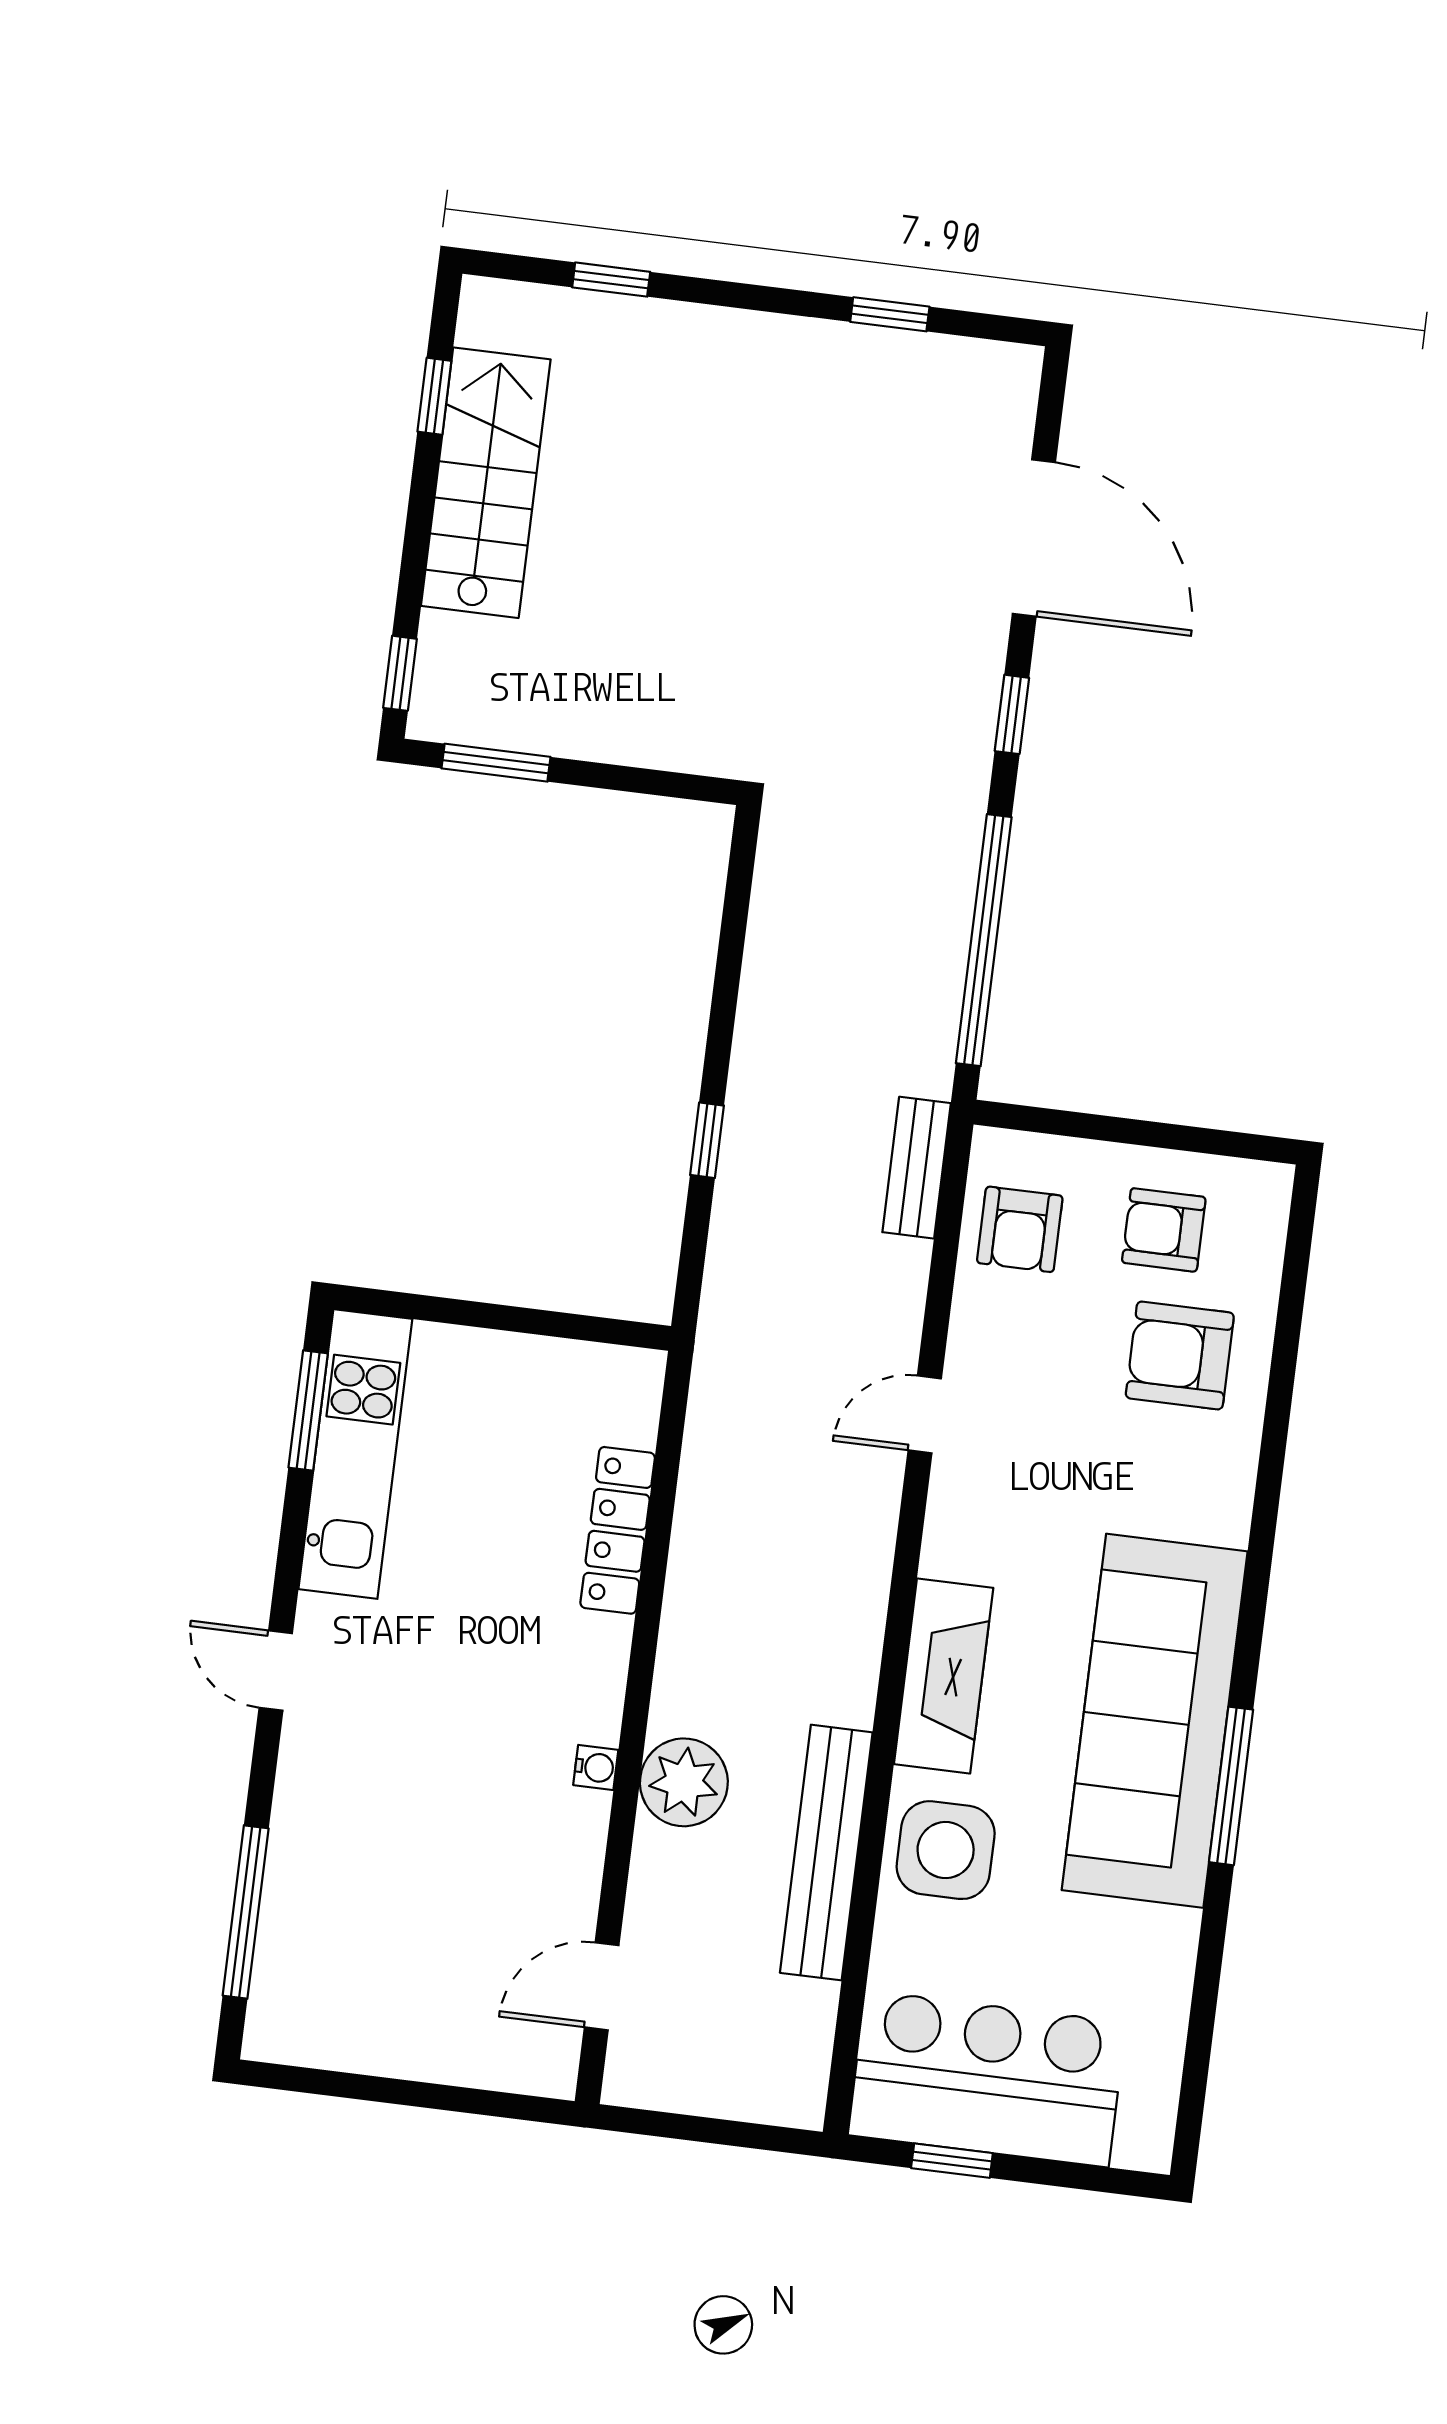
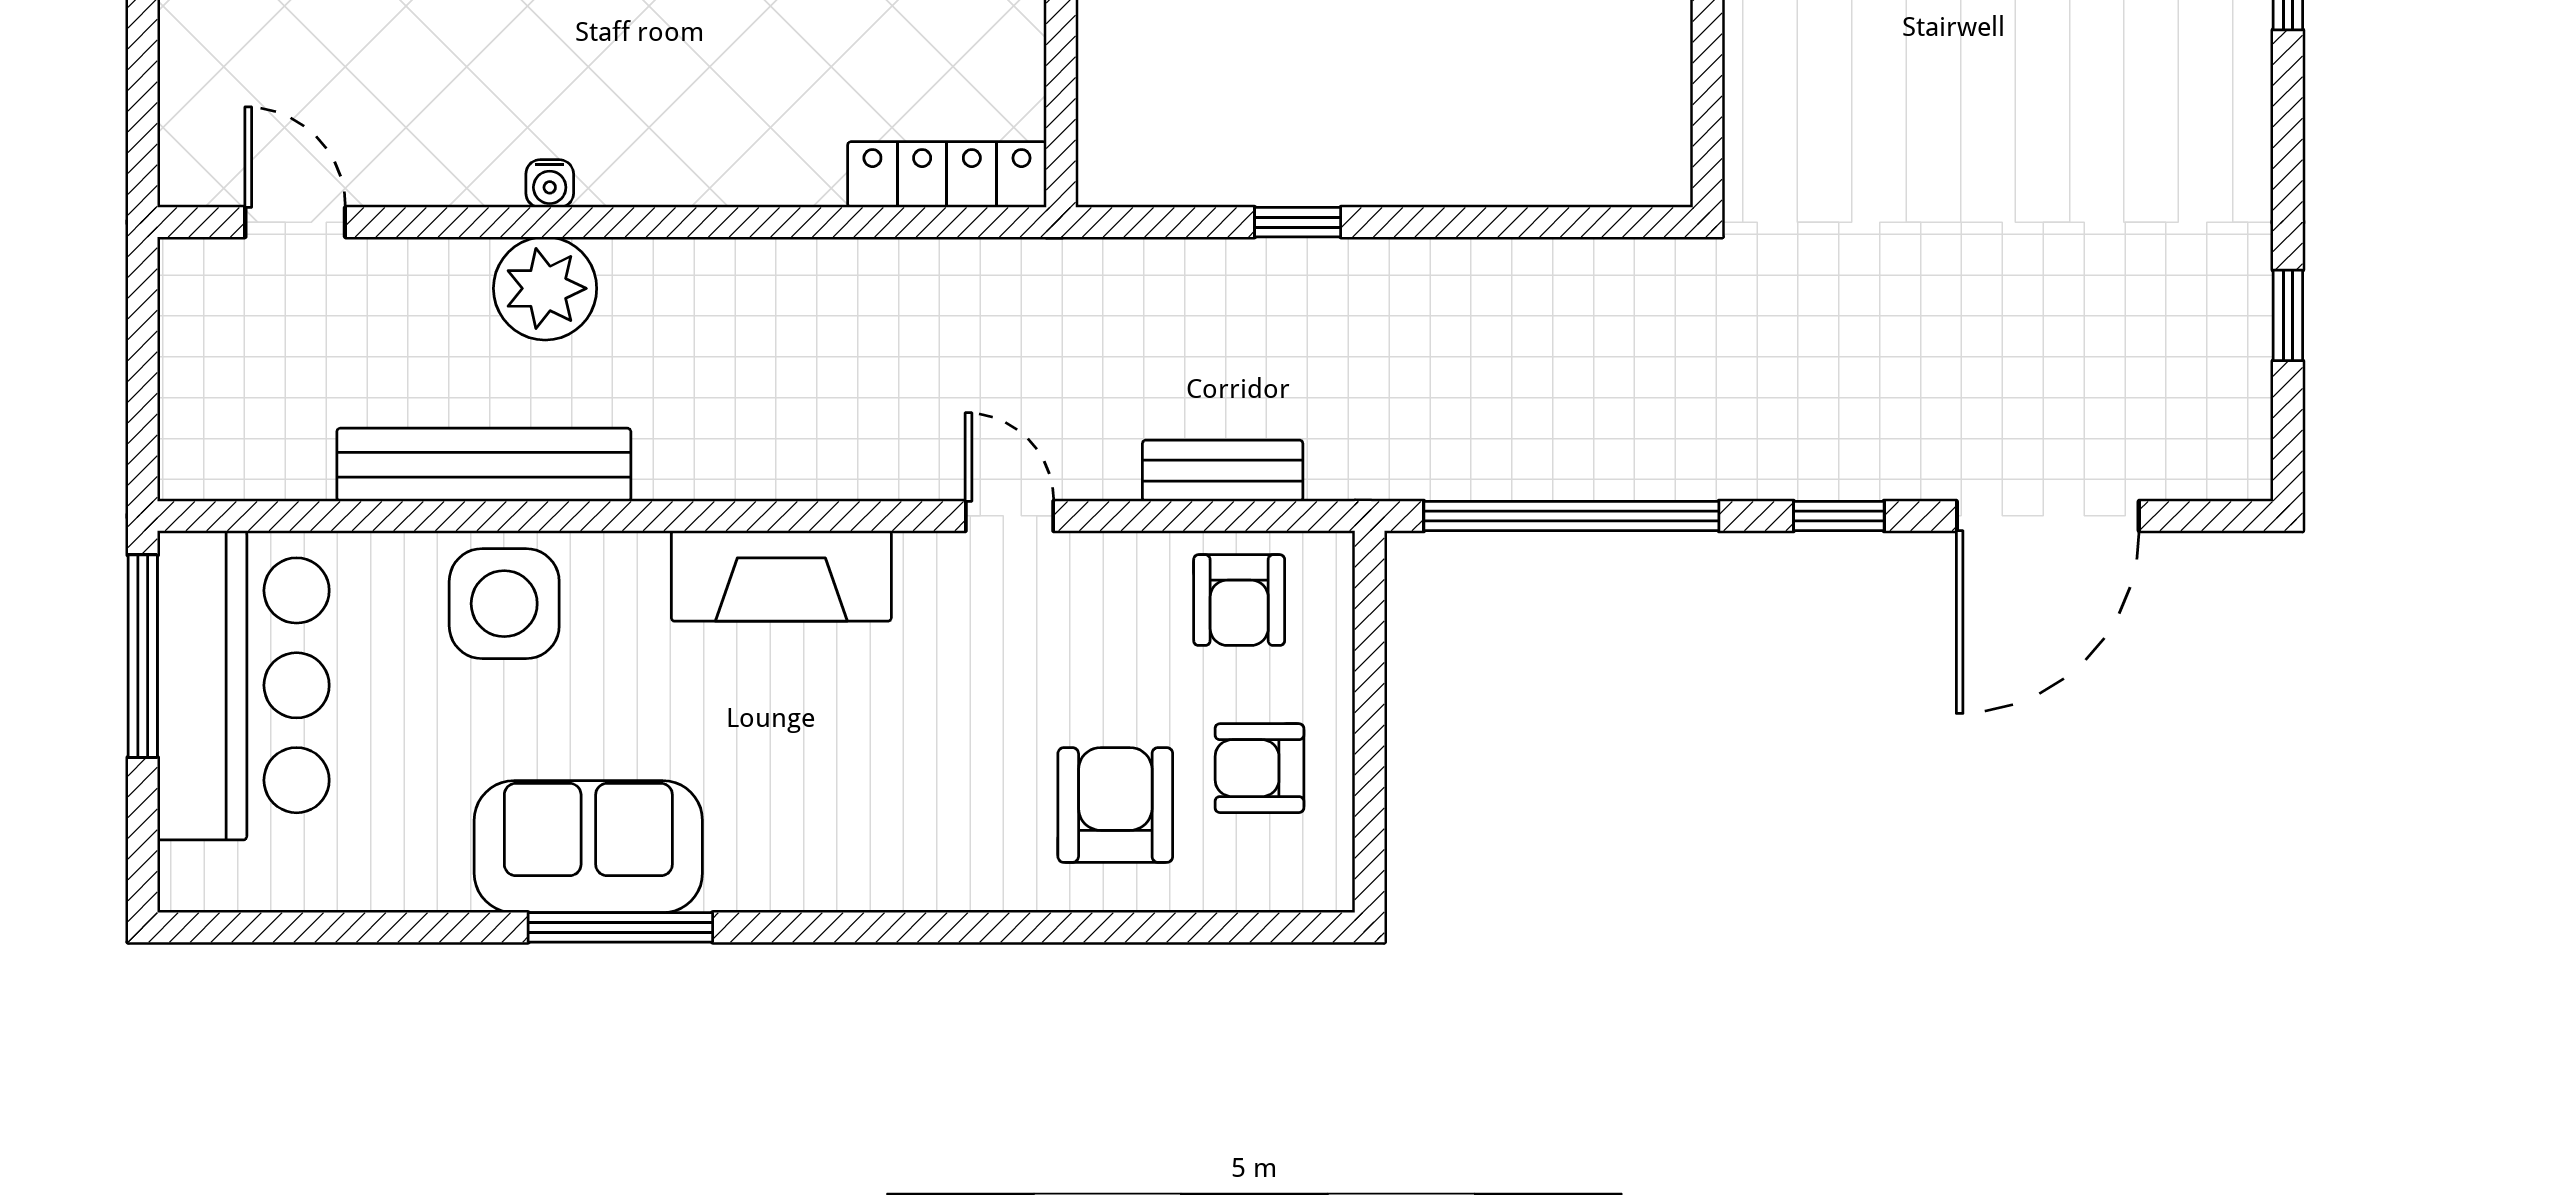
bench: (917, 1168) -> (1223, 471), moved
armchair: (1020, 1229) -> (1239, 600), turned -90
armchair: (1164, 1230) -> (1259, 768), turned -90
locker: (618, 1530) -> (947, 175), moved
fireplace: (944, 1676) -> (781, 576), moved
sofa: (1155, 1721) -> (588, 847), width x0.54, depth x0.79
window: (952, 2161) -> (143, 656), width x2.17

